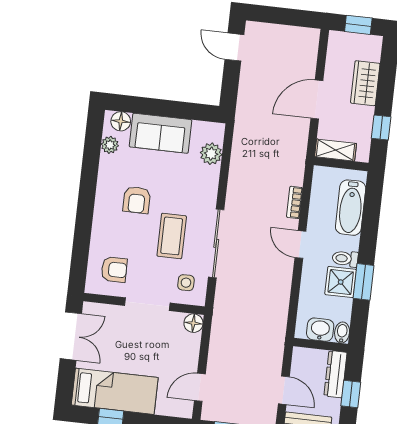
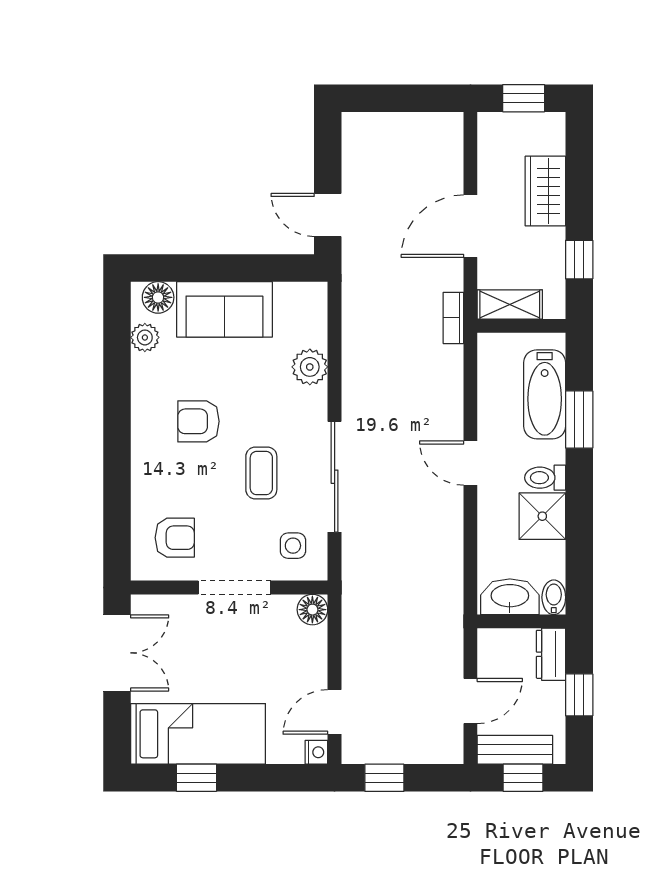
door: (234, 47) -> (328, 215), moved
plant: (211, 154) -> (310, 367), moved
armchair: (137, 200) -> (198, 421), turned 90
bookcase: (295, 202) -> (453, 318), moved
coffee table: (172, 236) -> (261, 473), width x0.73, depth x0.77
window: (364, 282) -> (579, 419), moved
washbasin: (320, 330) -> (510, 597), width x1.38
dresser: (336, 374) -> (551, 654), width x0.70
door: (284, 390) -> (470, 701), hinge flipped
nightstand: (186, 411) -> (316, 752), added

